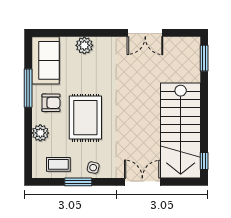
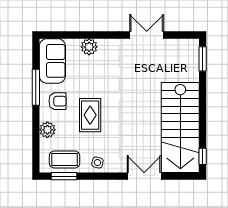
double door: (145, 33) -> (147, 35), swing flipped
rug: (85, 118) -> (90, 115), width x0.73, depth x0.70
coffee table: (58, 164) -> (65, 160), width x1.36, depth x1.30
window: (78, 182) -> (64, 176), moved

